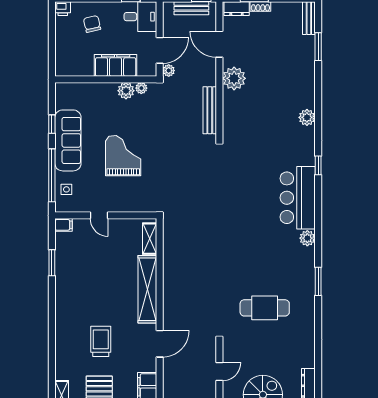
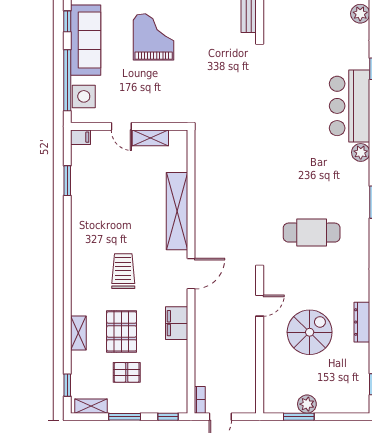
grand piano: (123, 156) -> (154, 37), moved
side table: (66, 189) -> (84, 96), width x1.87, depth x1.87
shelving: (150, 239) -> (150, 138), moved, turned 90

